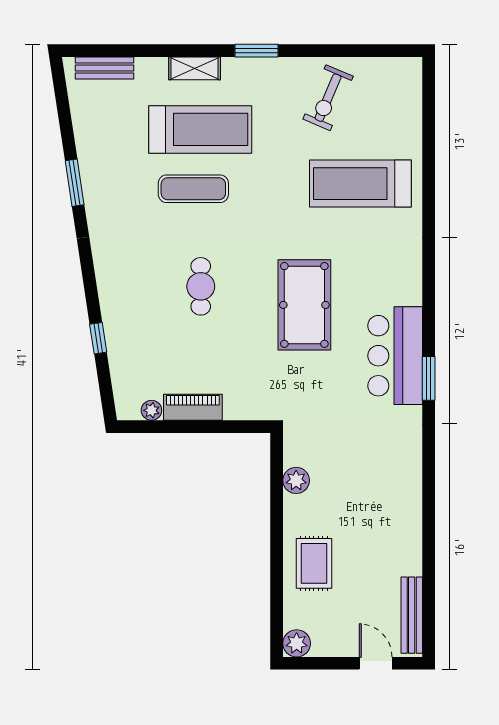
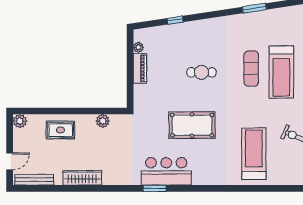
wardrobe: (408, 521) -> (82, 178), added

